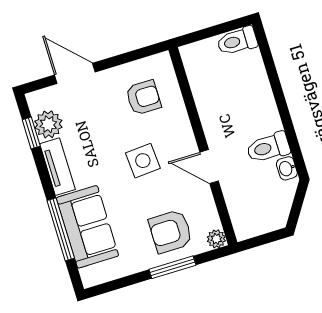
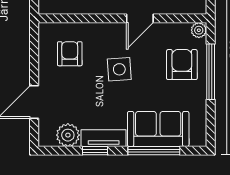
window: (31, 133) -> (95, 151), moved
armchair: (170, 231) -> (182, 65), turned 180
window: (172, 267) -> (211, 72), width x1.44

